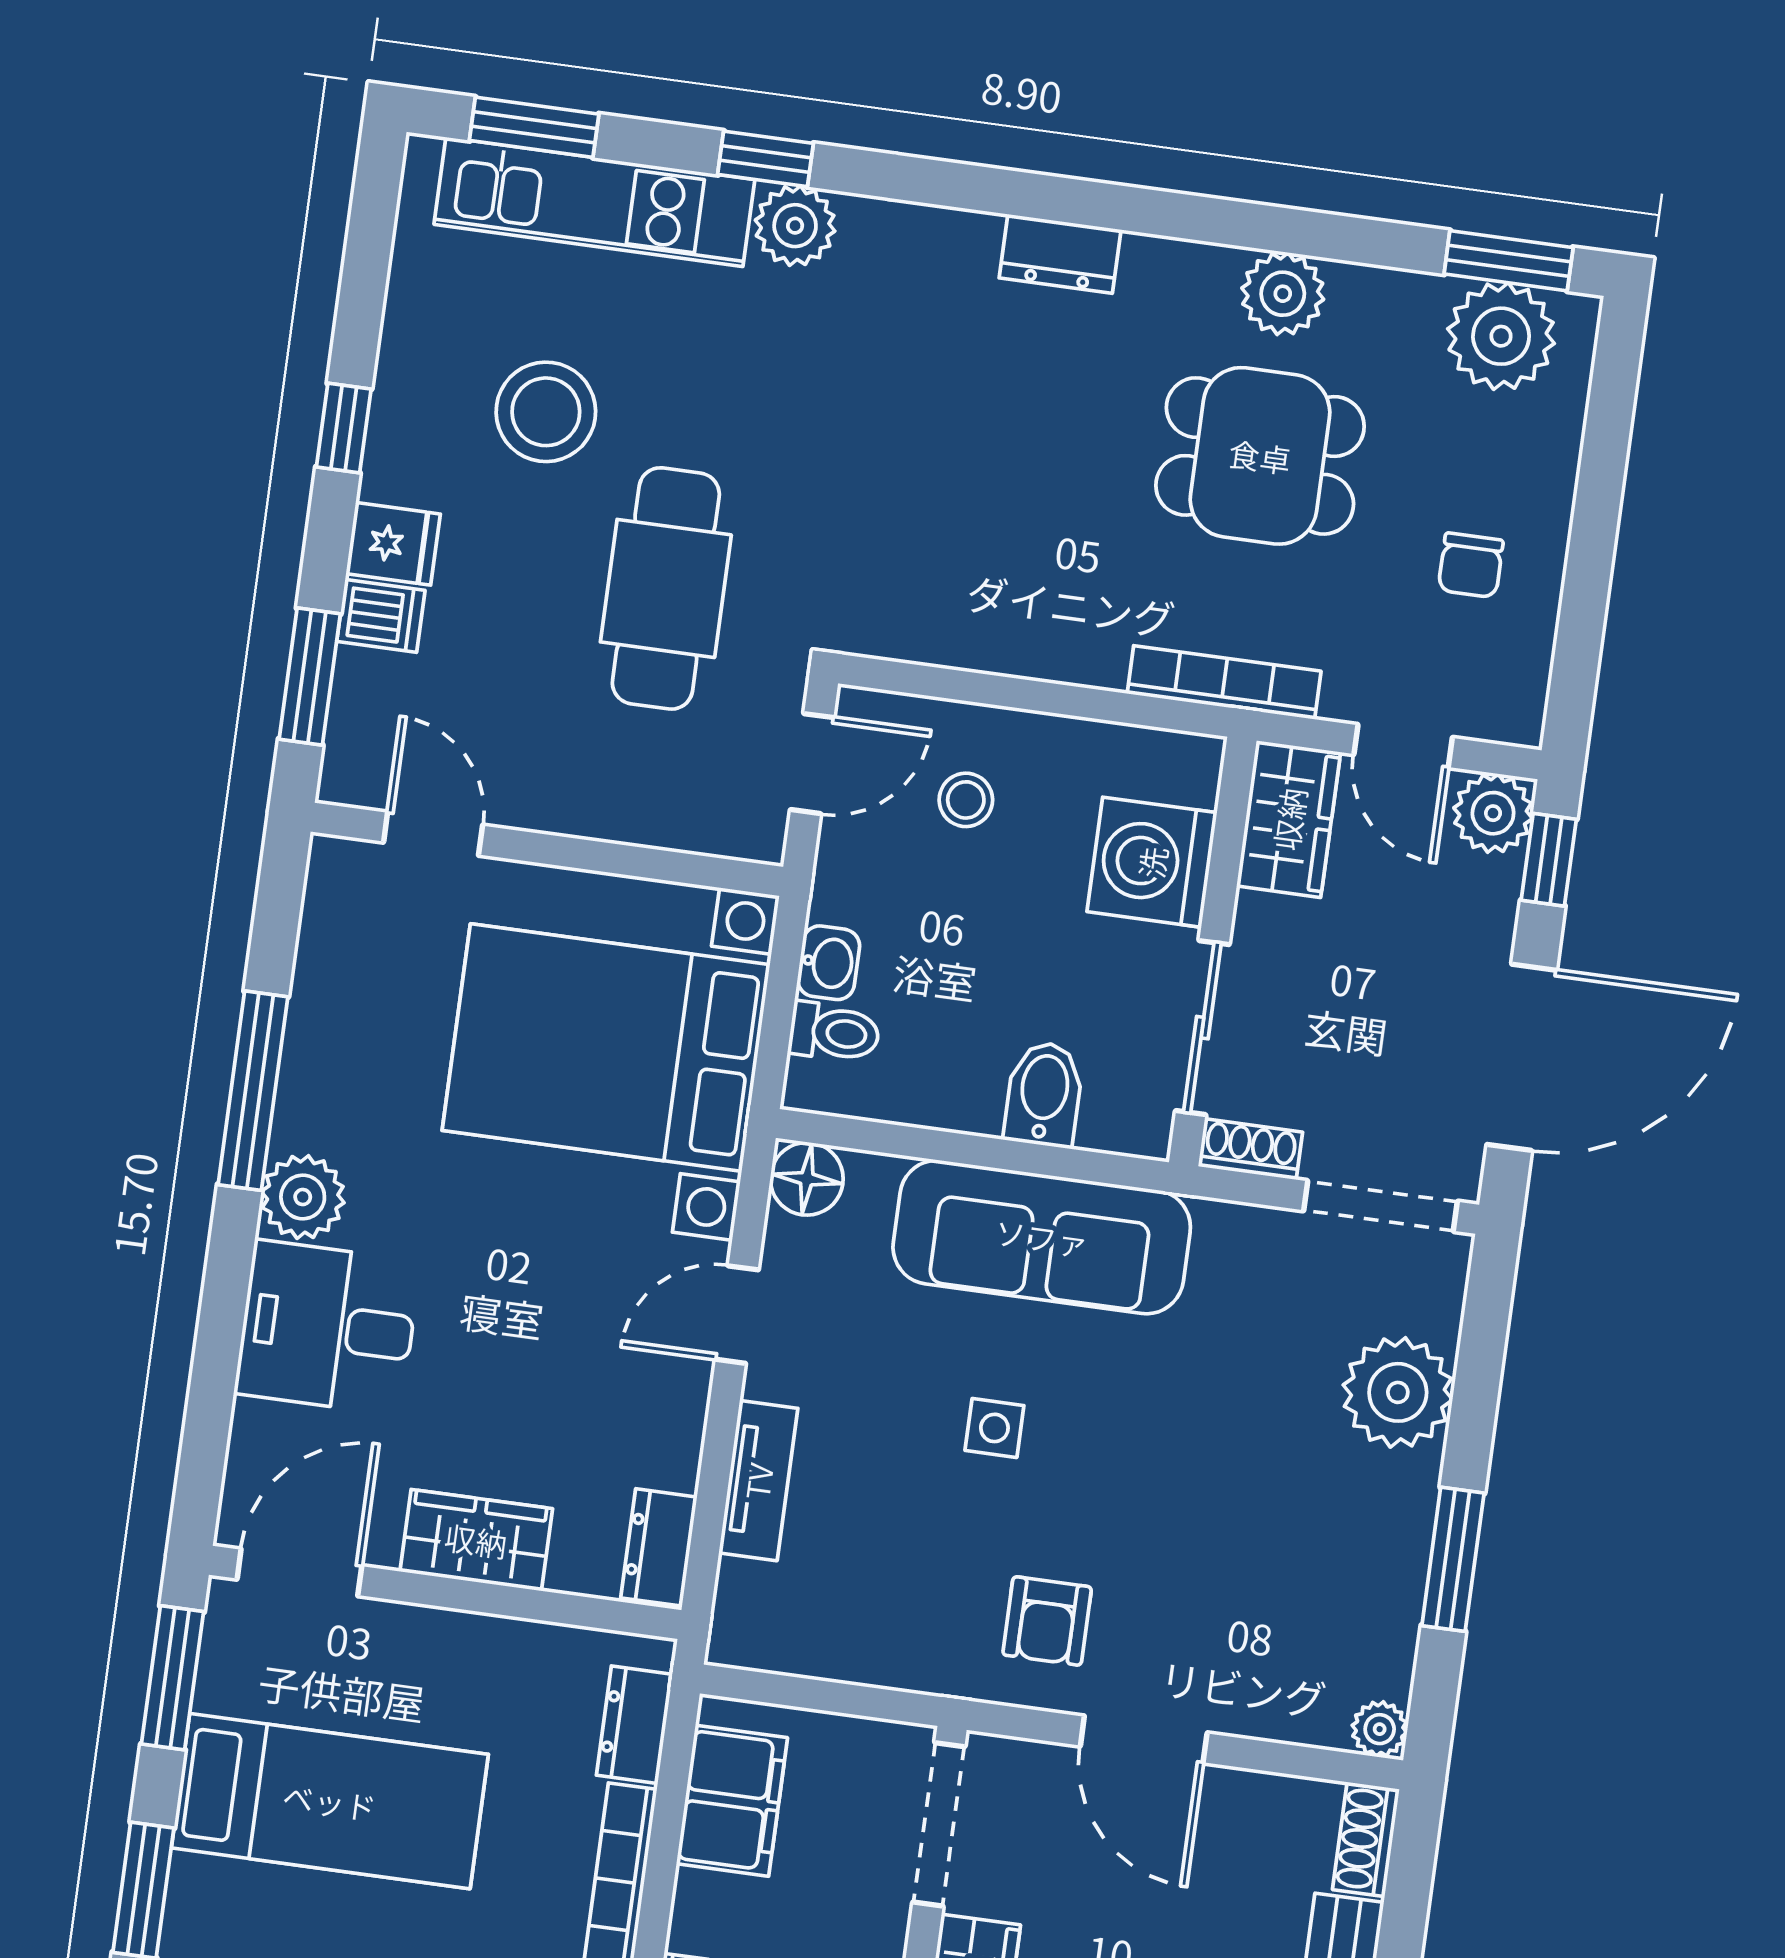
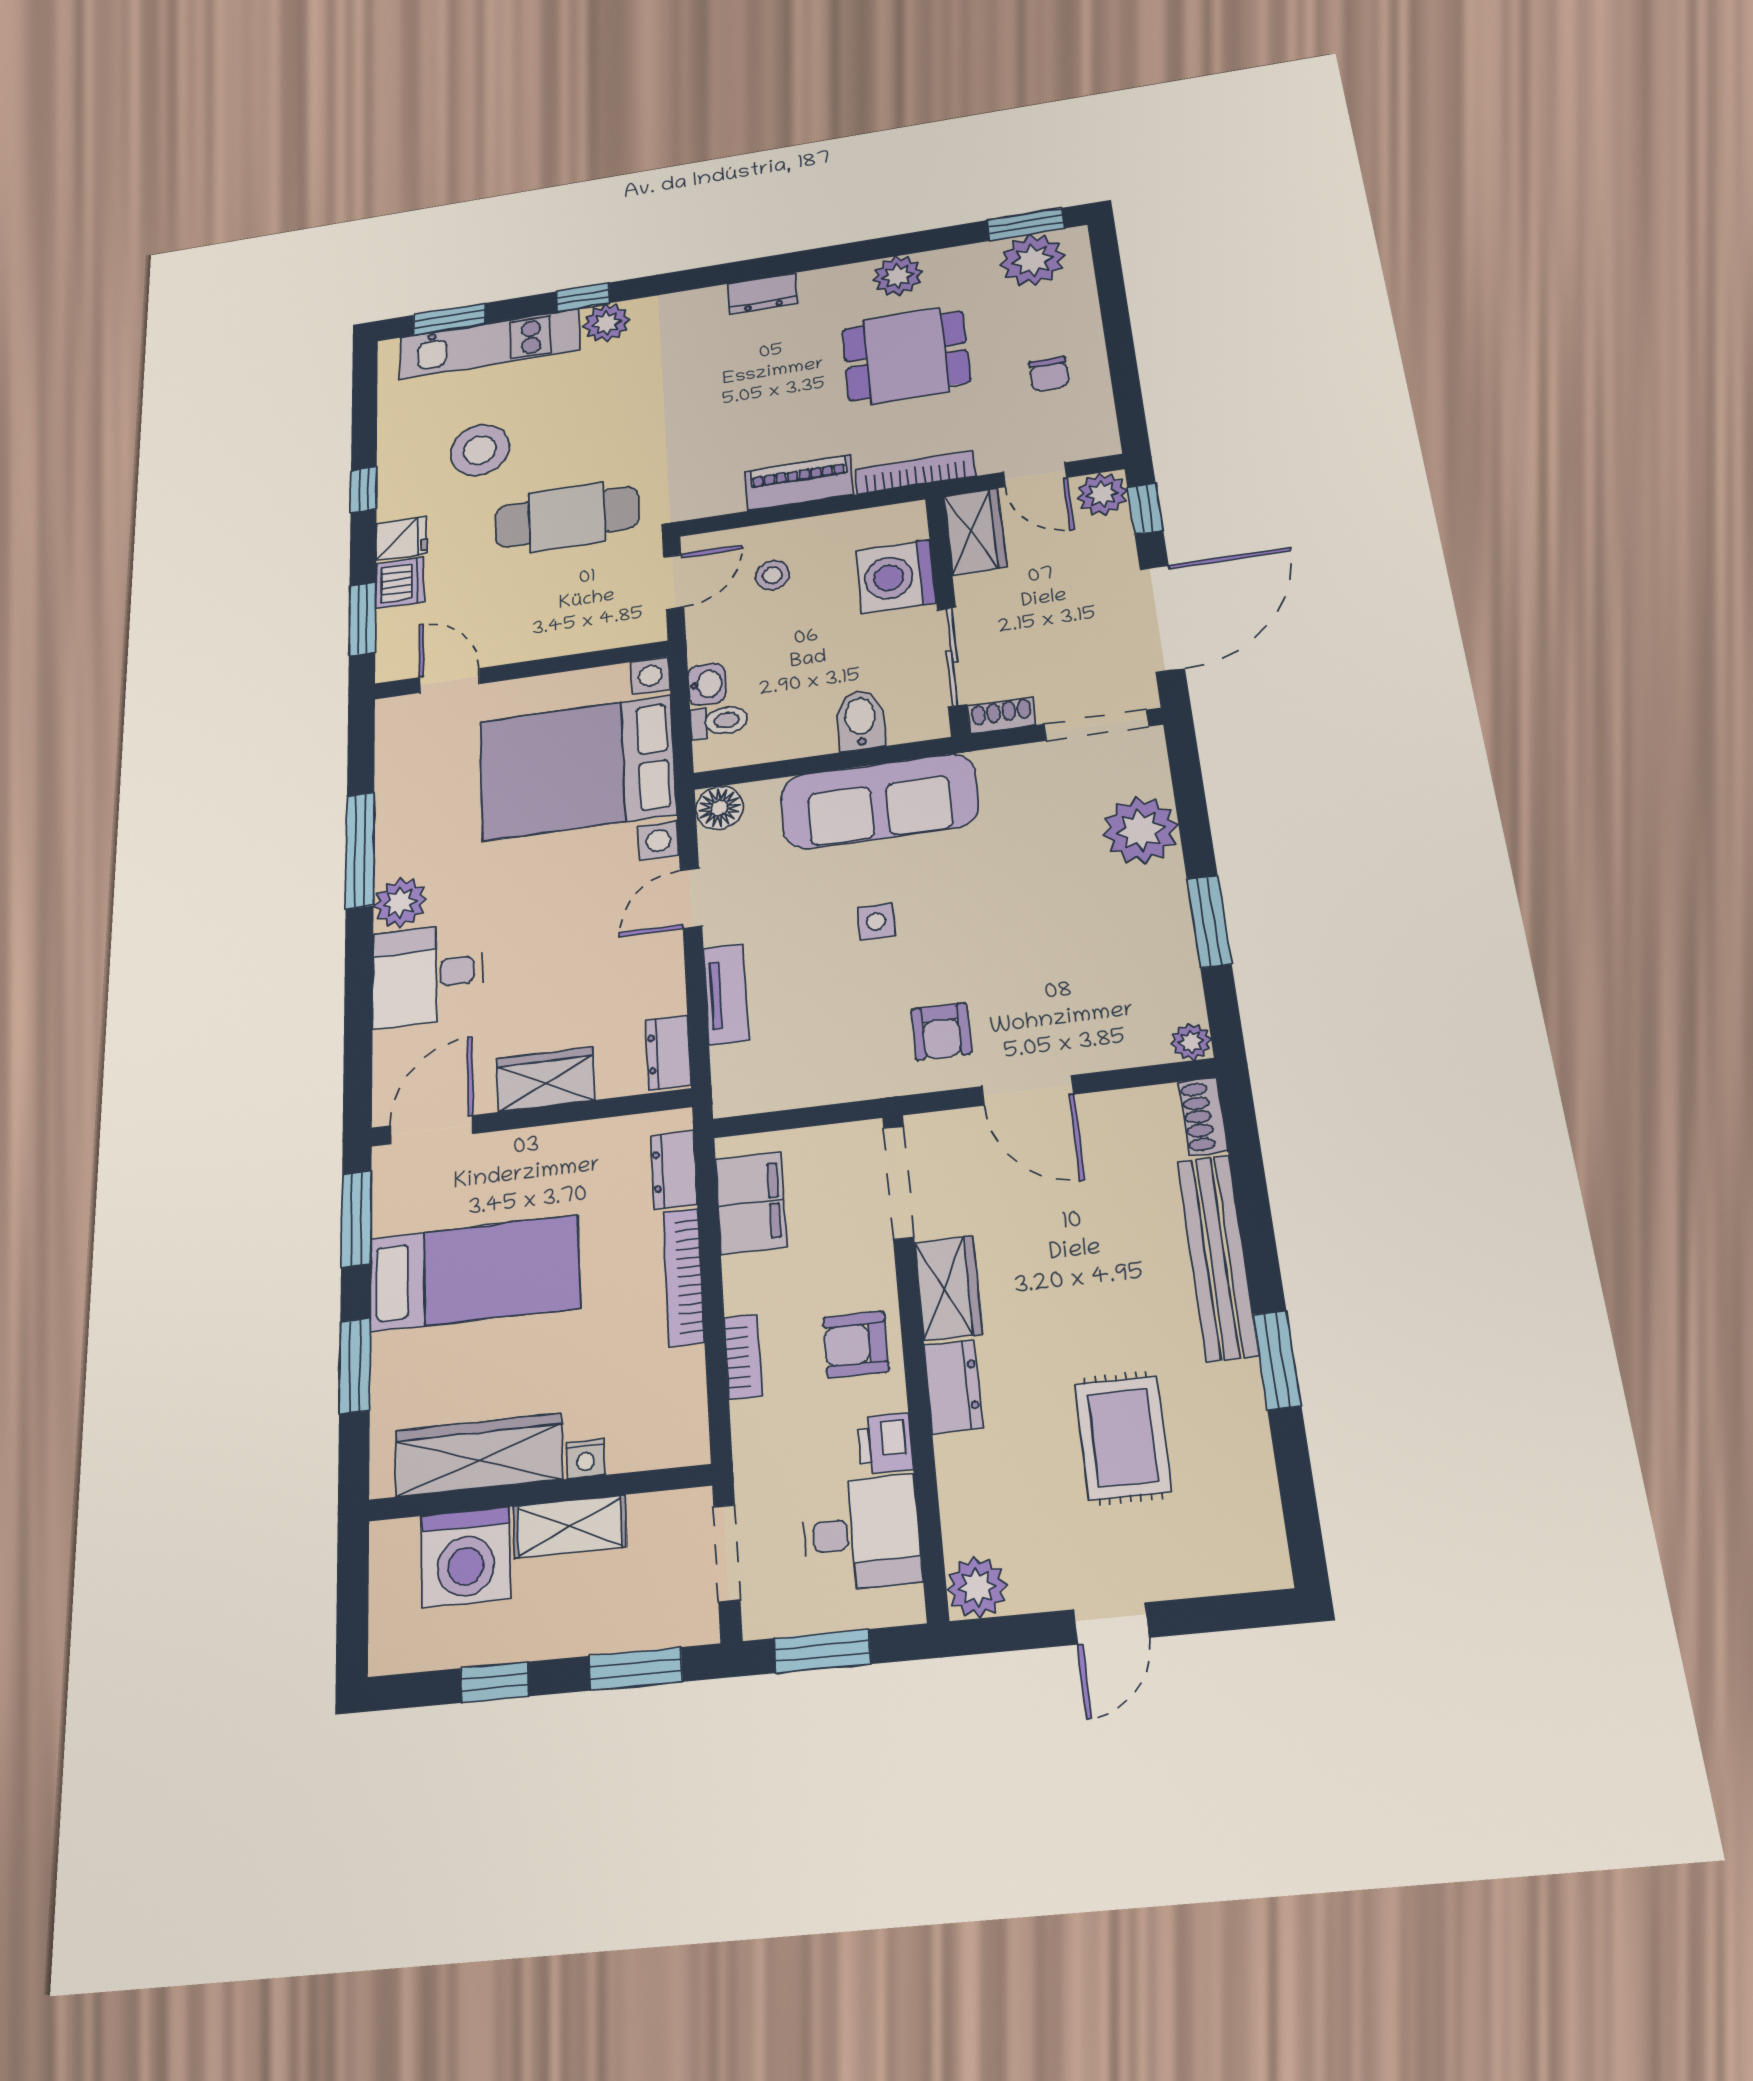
cafe table: (666, 588) -> (567, 517), turned 90
dishwasher: (381, 616) -> (400, 583), width x1.38
piano: (1042, 643) -> (799, 483), added

